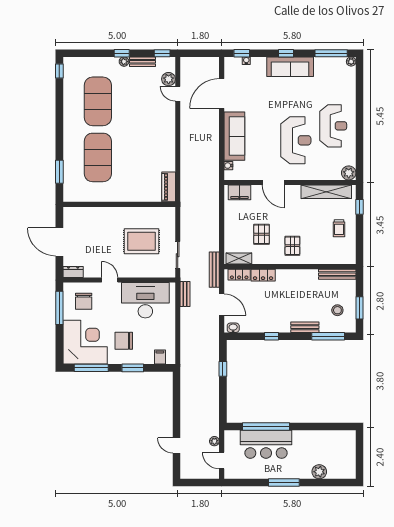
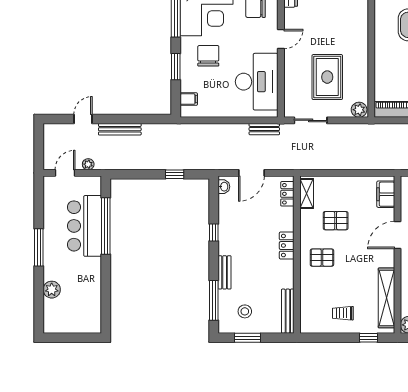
plant: (169, 215) -> (359, 110), added
bench: (214, 270) -> (120, 129), moved
locker: (263, 275) -> (287, 246), moved

